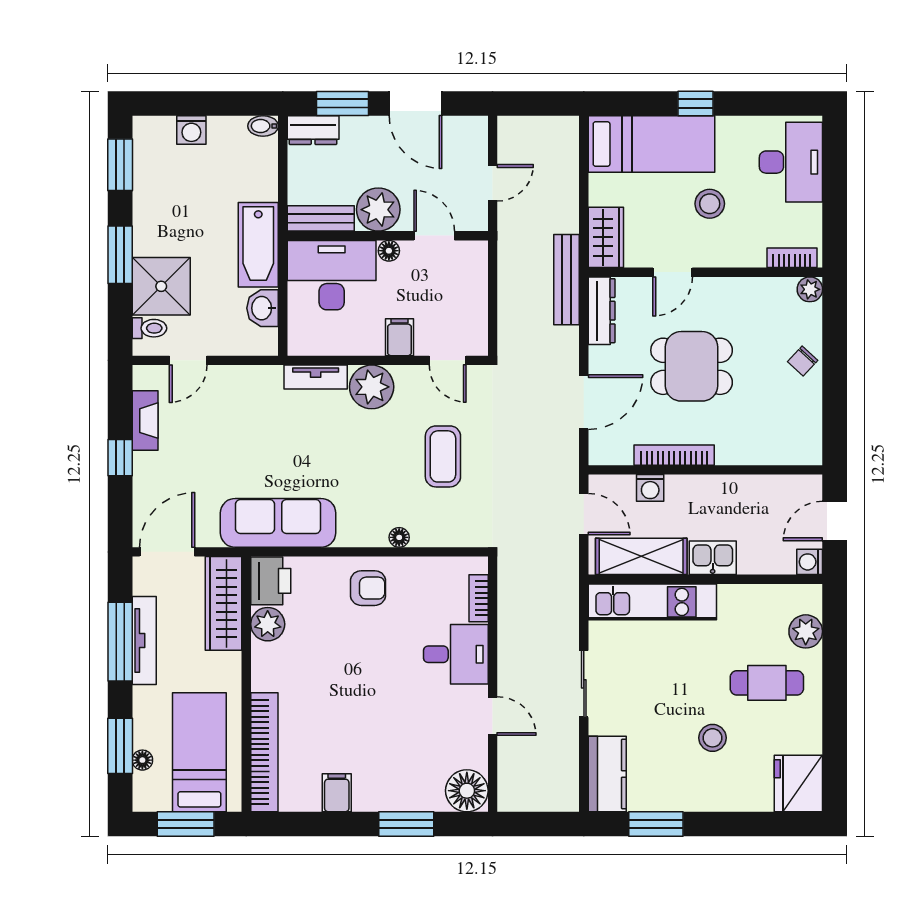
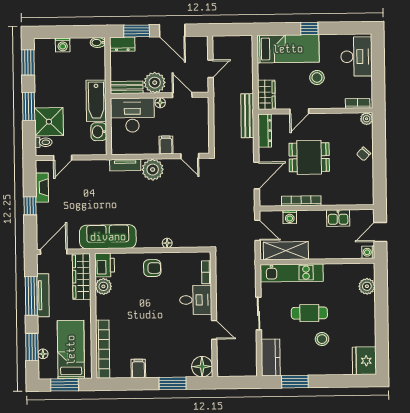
coffee table: (443, 456) -> (188, 203), removed
kitchen sink: (713, 558) -> (338, 218), moved, turned 180
cafe table: (767, 683) -> (309, 313), moved

